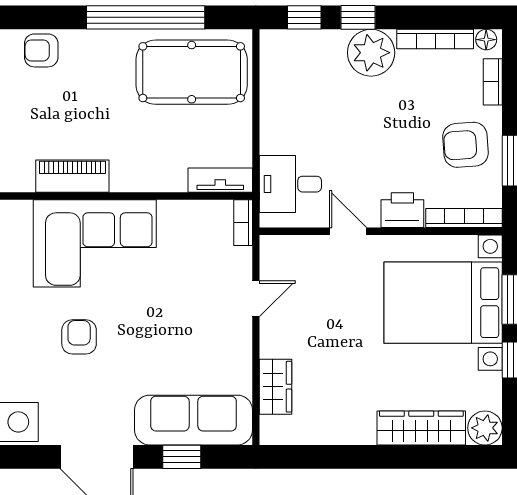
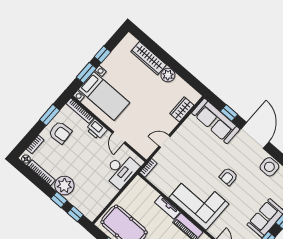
tv unit: (220, 180) -> (167, 207), moved
desk: (290, 184) -> (121, 170), width x1.37
bed with nightstands: (443, 303) -> (104, 96), width x0.73
plant: (485, 428) -> (168, 75), moved

